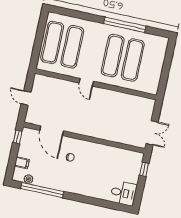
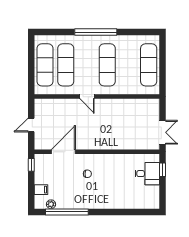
window: (125, 25) -> (96, 32), moved
exercise mat: (133, 60) -> (149, 65), moved
door: (26, 98) -> (31, 125), hinge flipped
door: (52, 131) -> (63, 152), swing flipped
desk: (123, 193) -> (147, 174), moved

